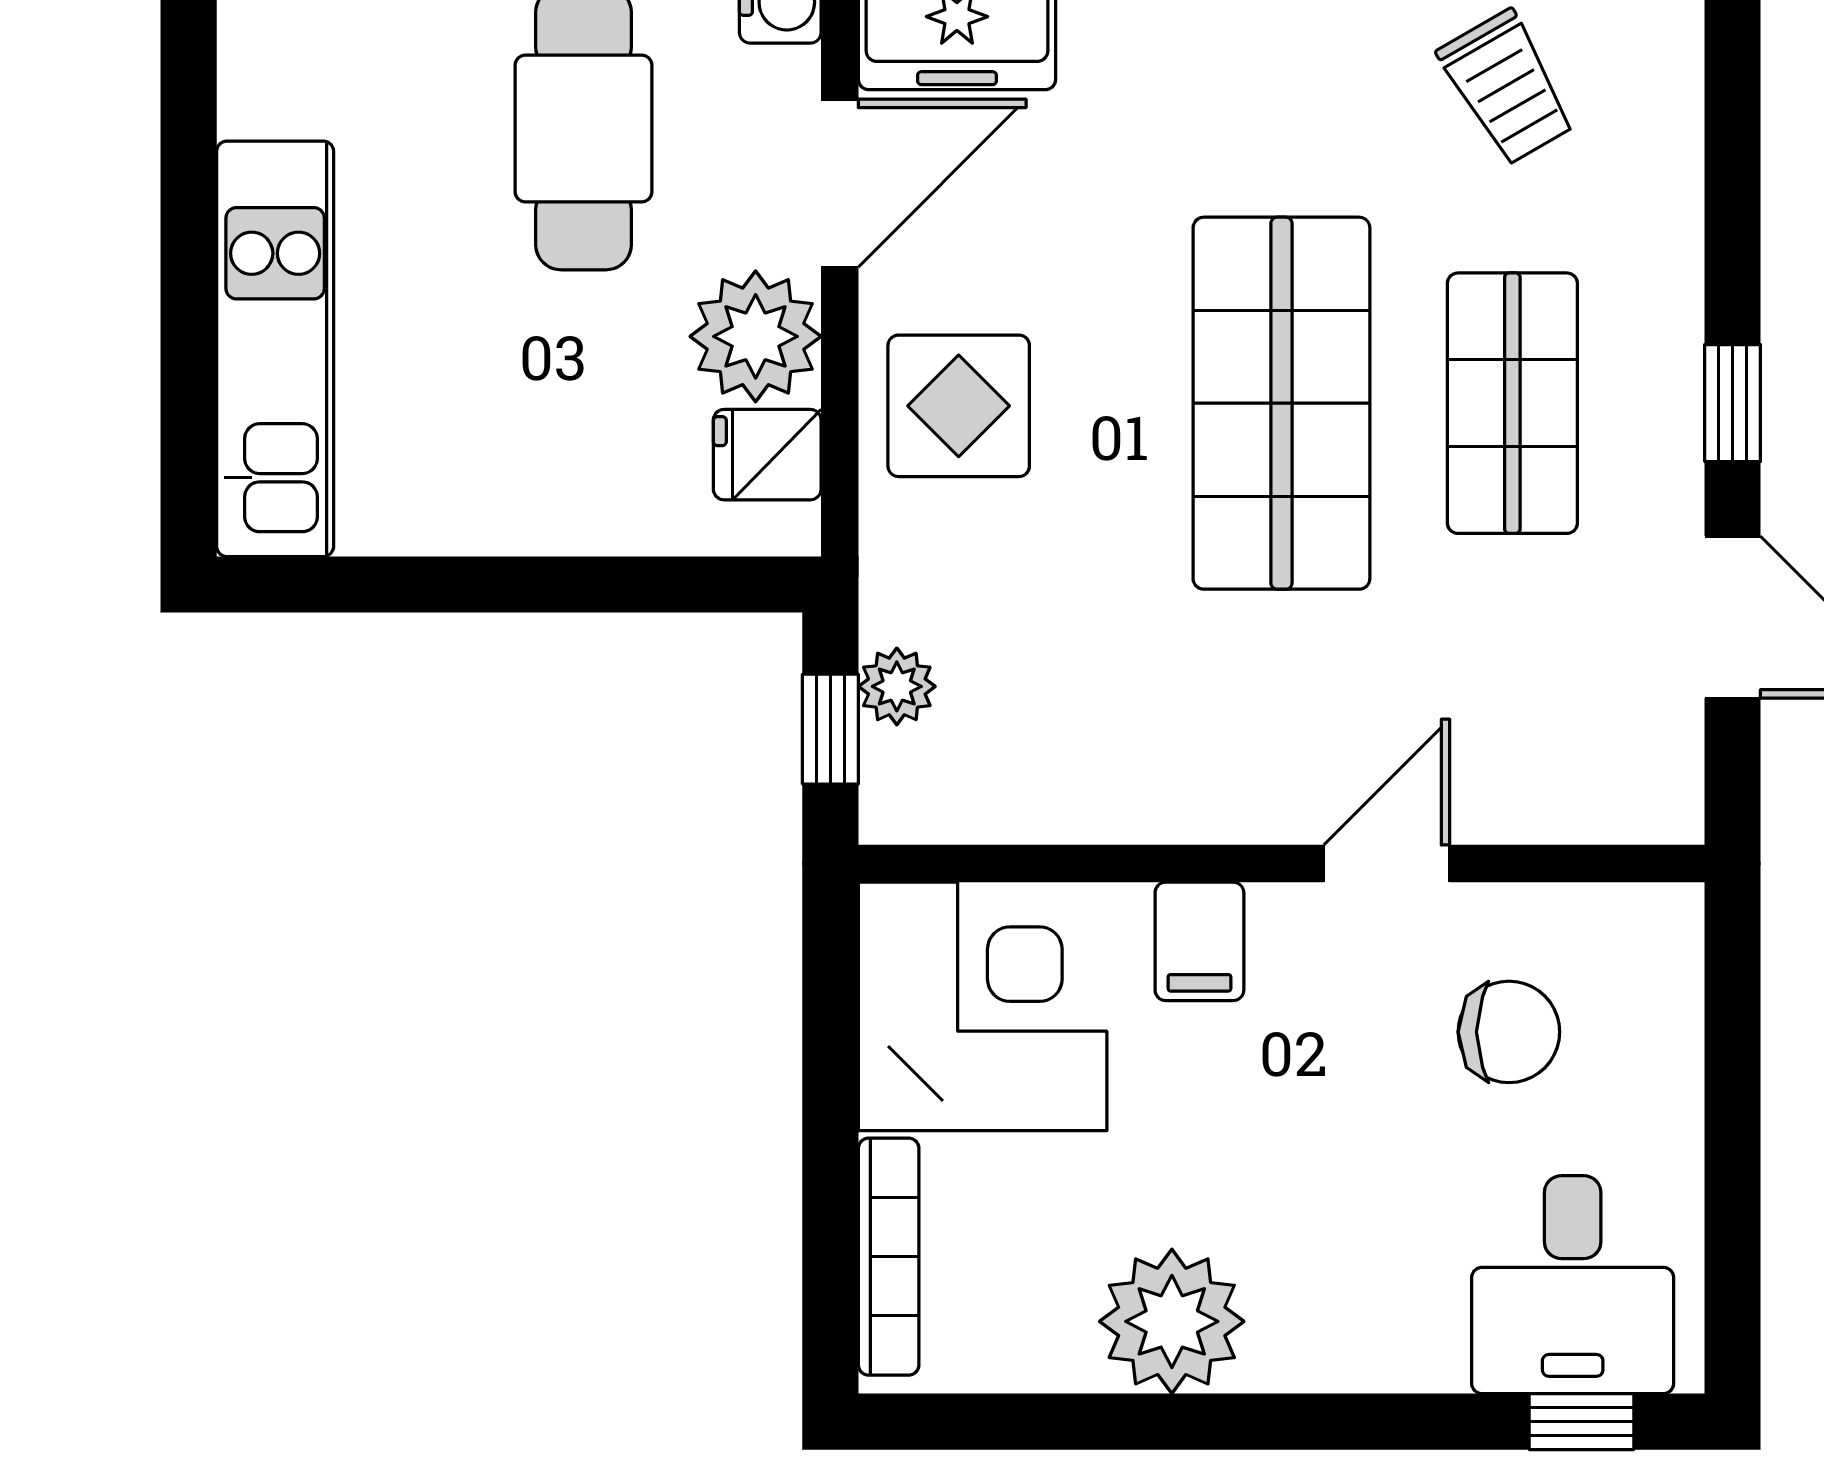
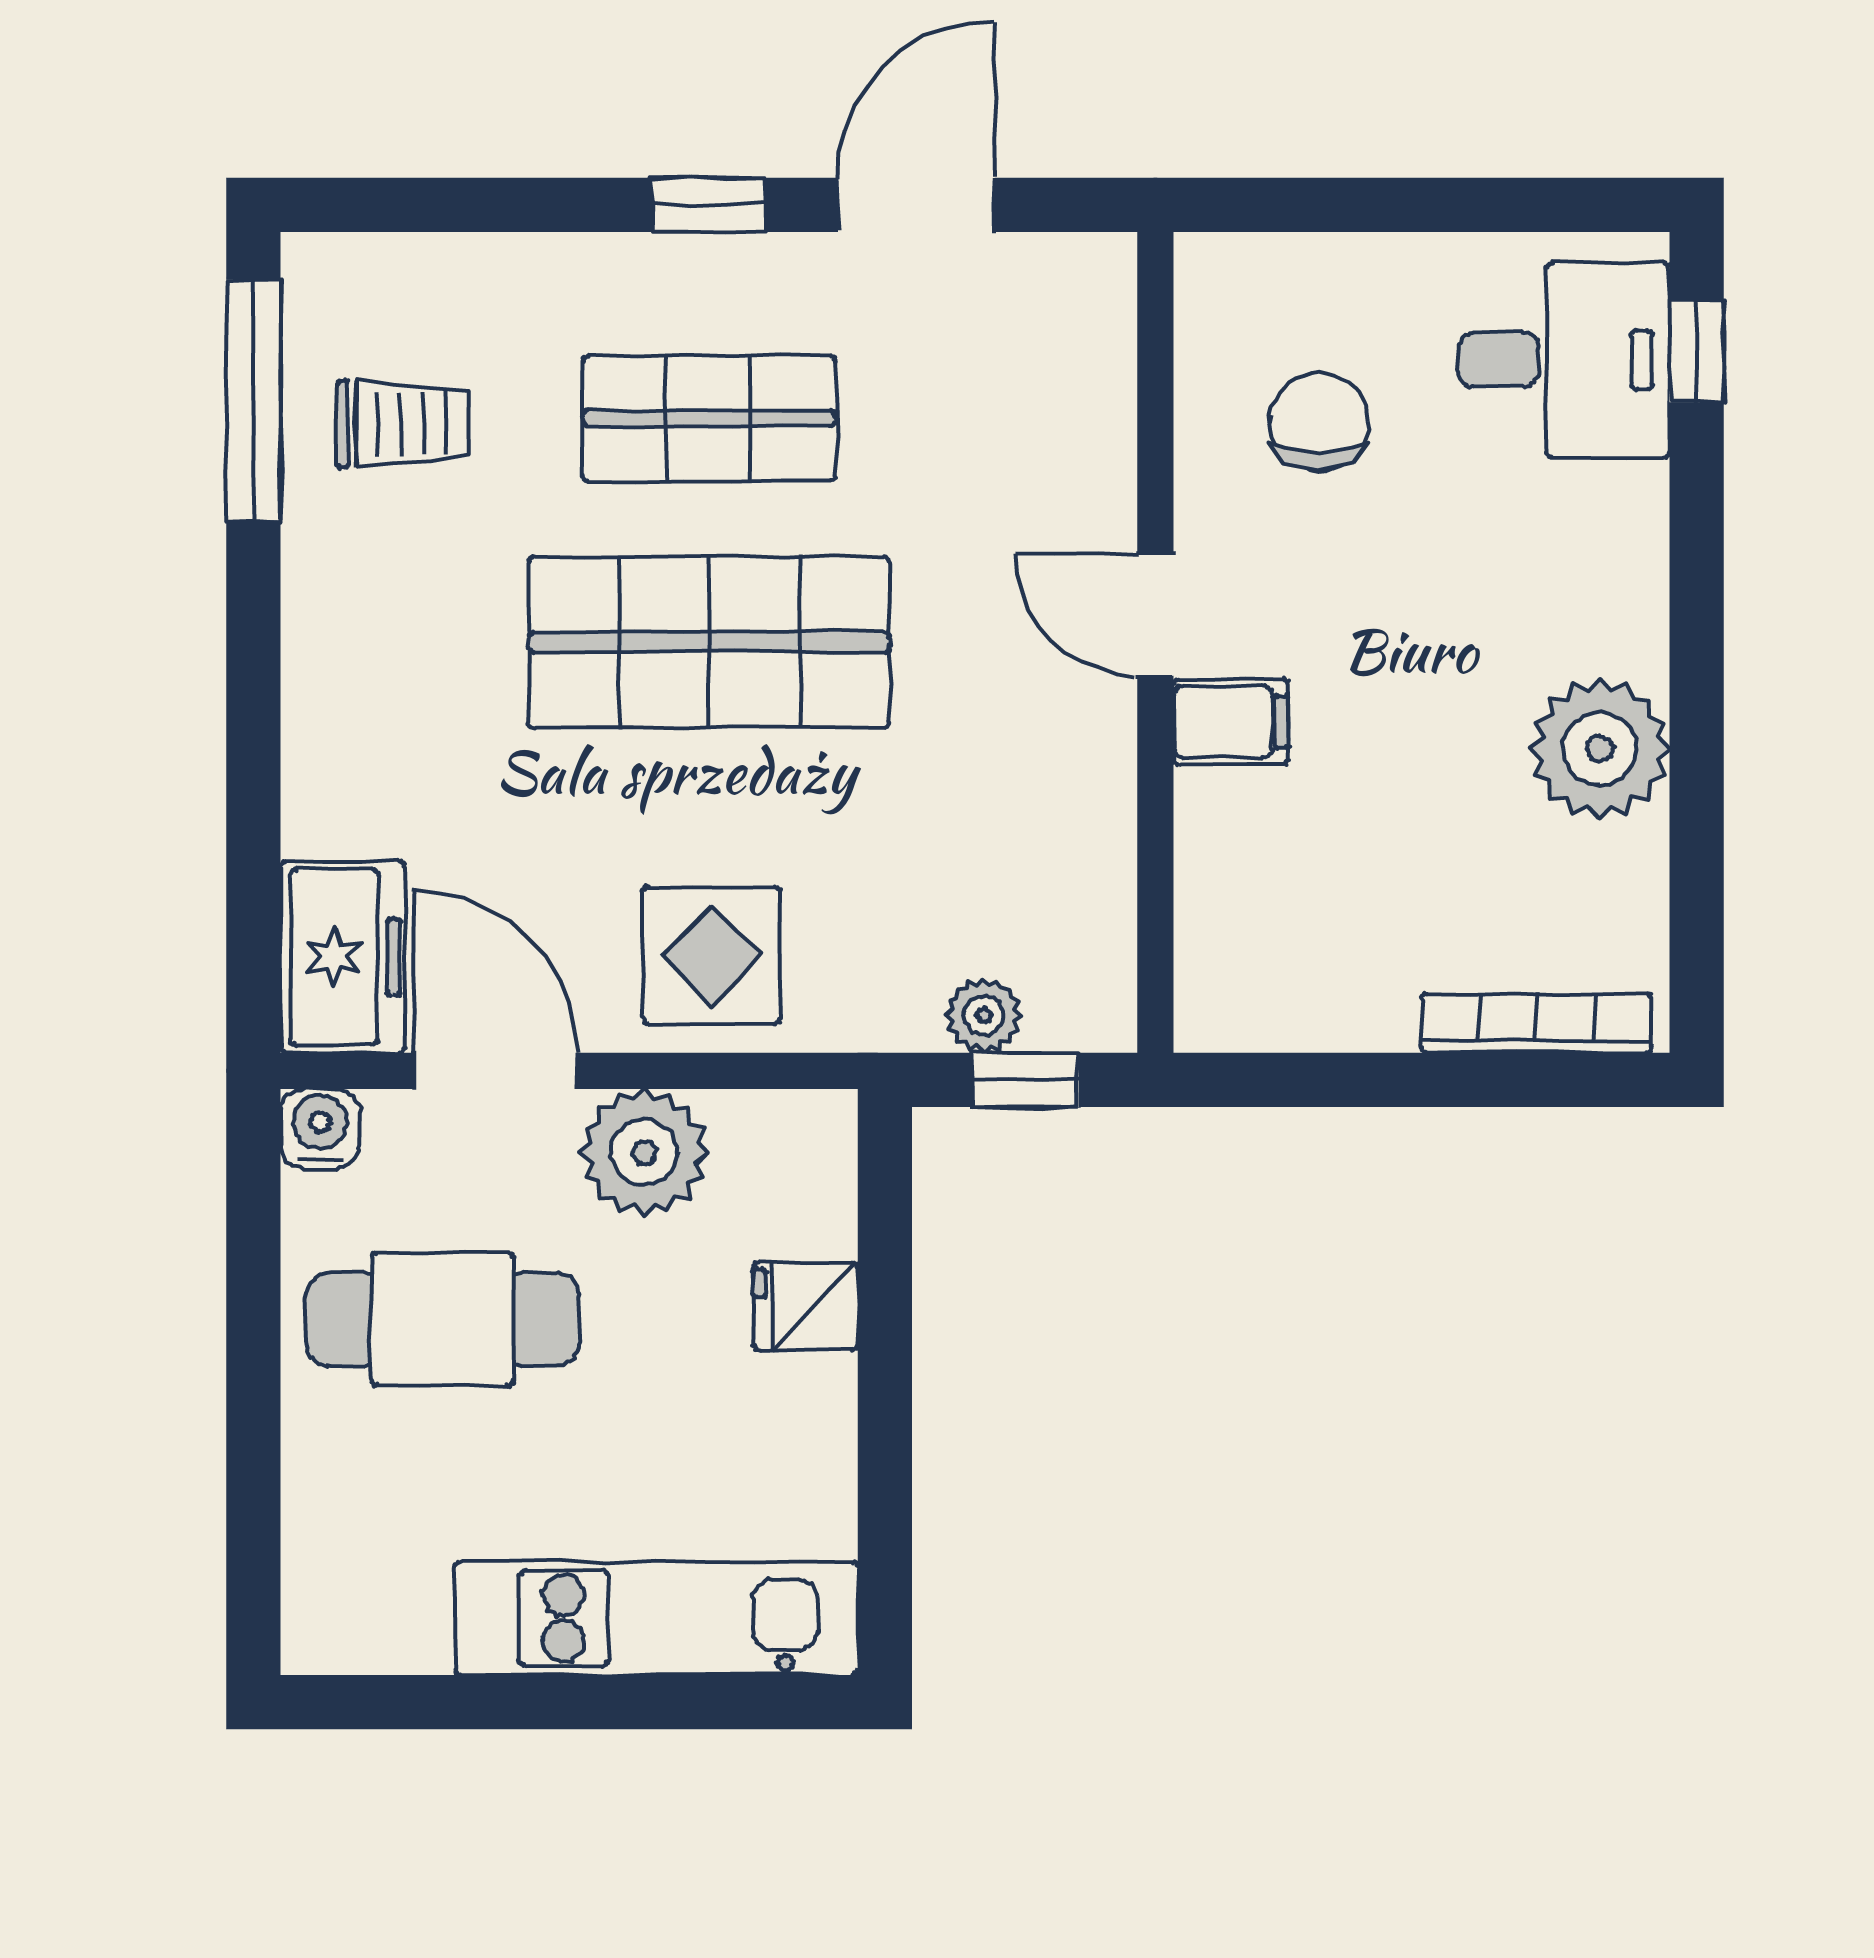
trolley: (1507, 88) -> (403, 424), turned 30
fridge: (767, 455) -> (806, 1306), moved, turned 90
door: (1387, 864) -> (1155, 615), moved
corner desk: (983, 1006) -> (1294, 932), removed

